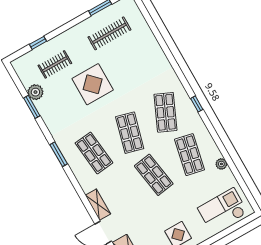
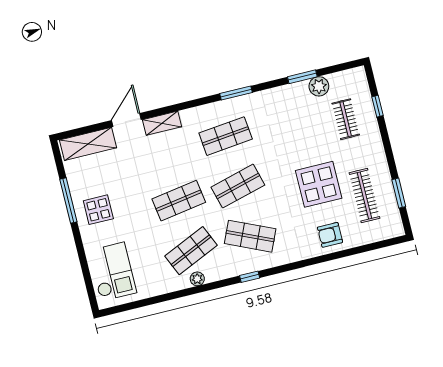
armchair: (147, 51) -> (330, 235), added
display table: (93, 84) -> (319, 184), moved
shop shelf: (130, 133) -> (238, 186), turned -30
shop shelf: (190, 155) -> (191, 251), turned -36
plant: (221, 164) -> (197, 279), moved

